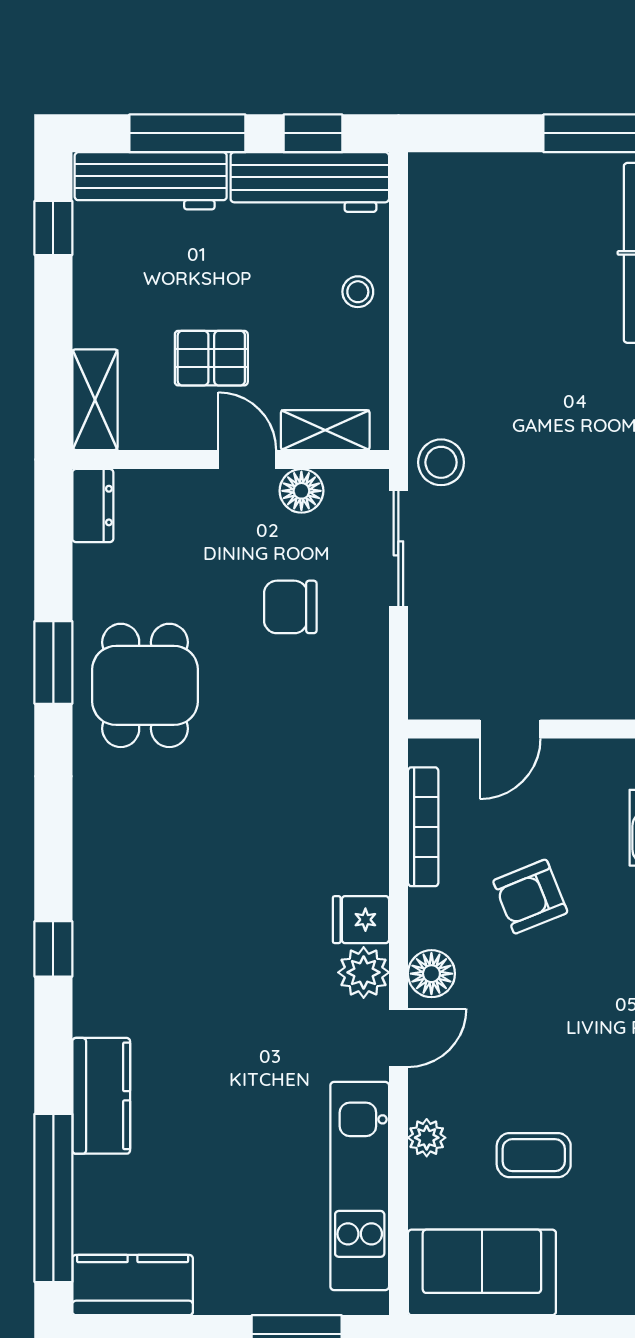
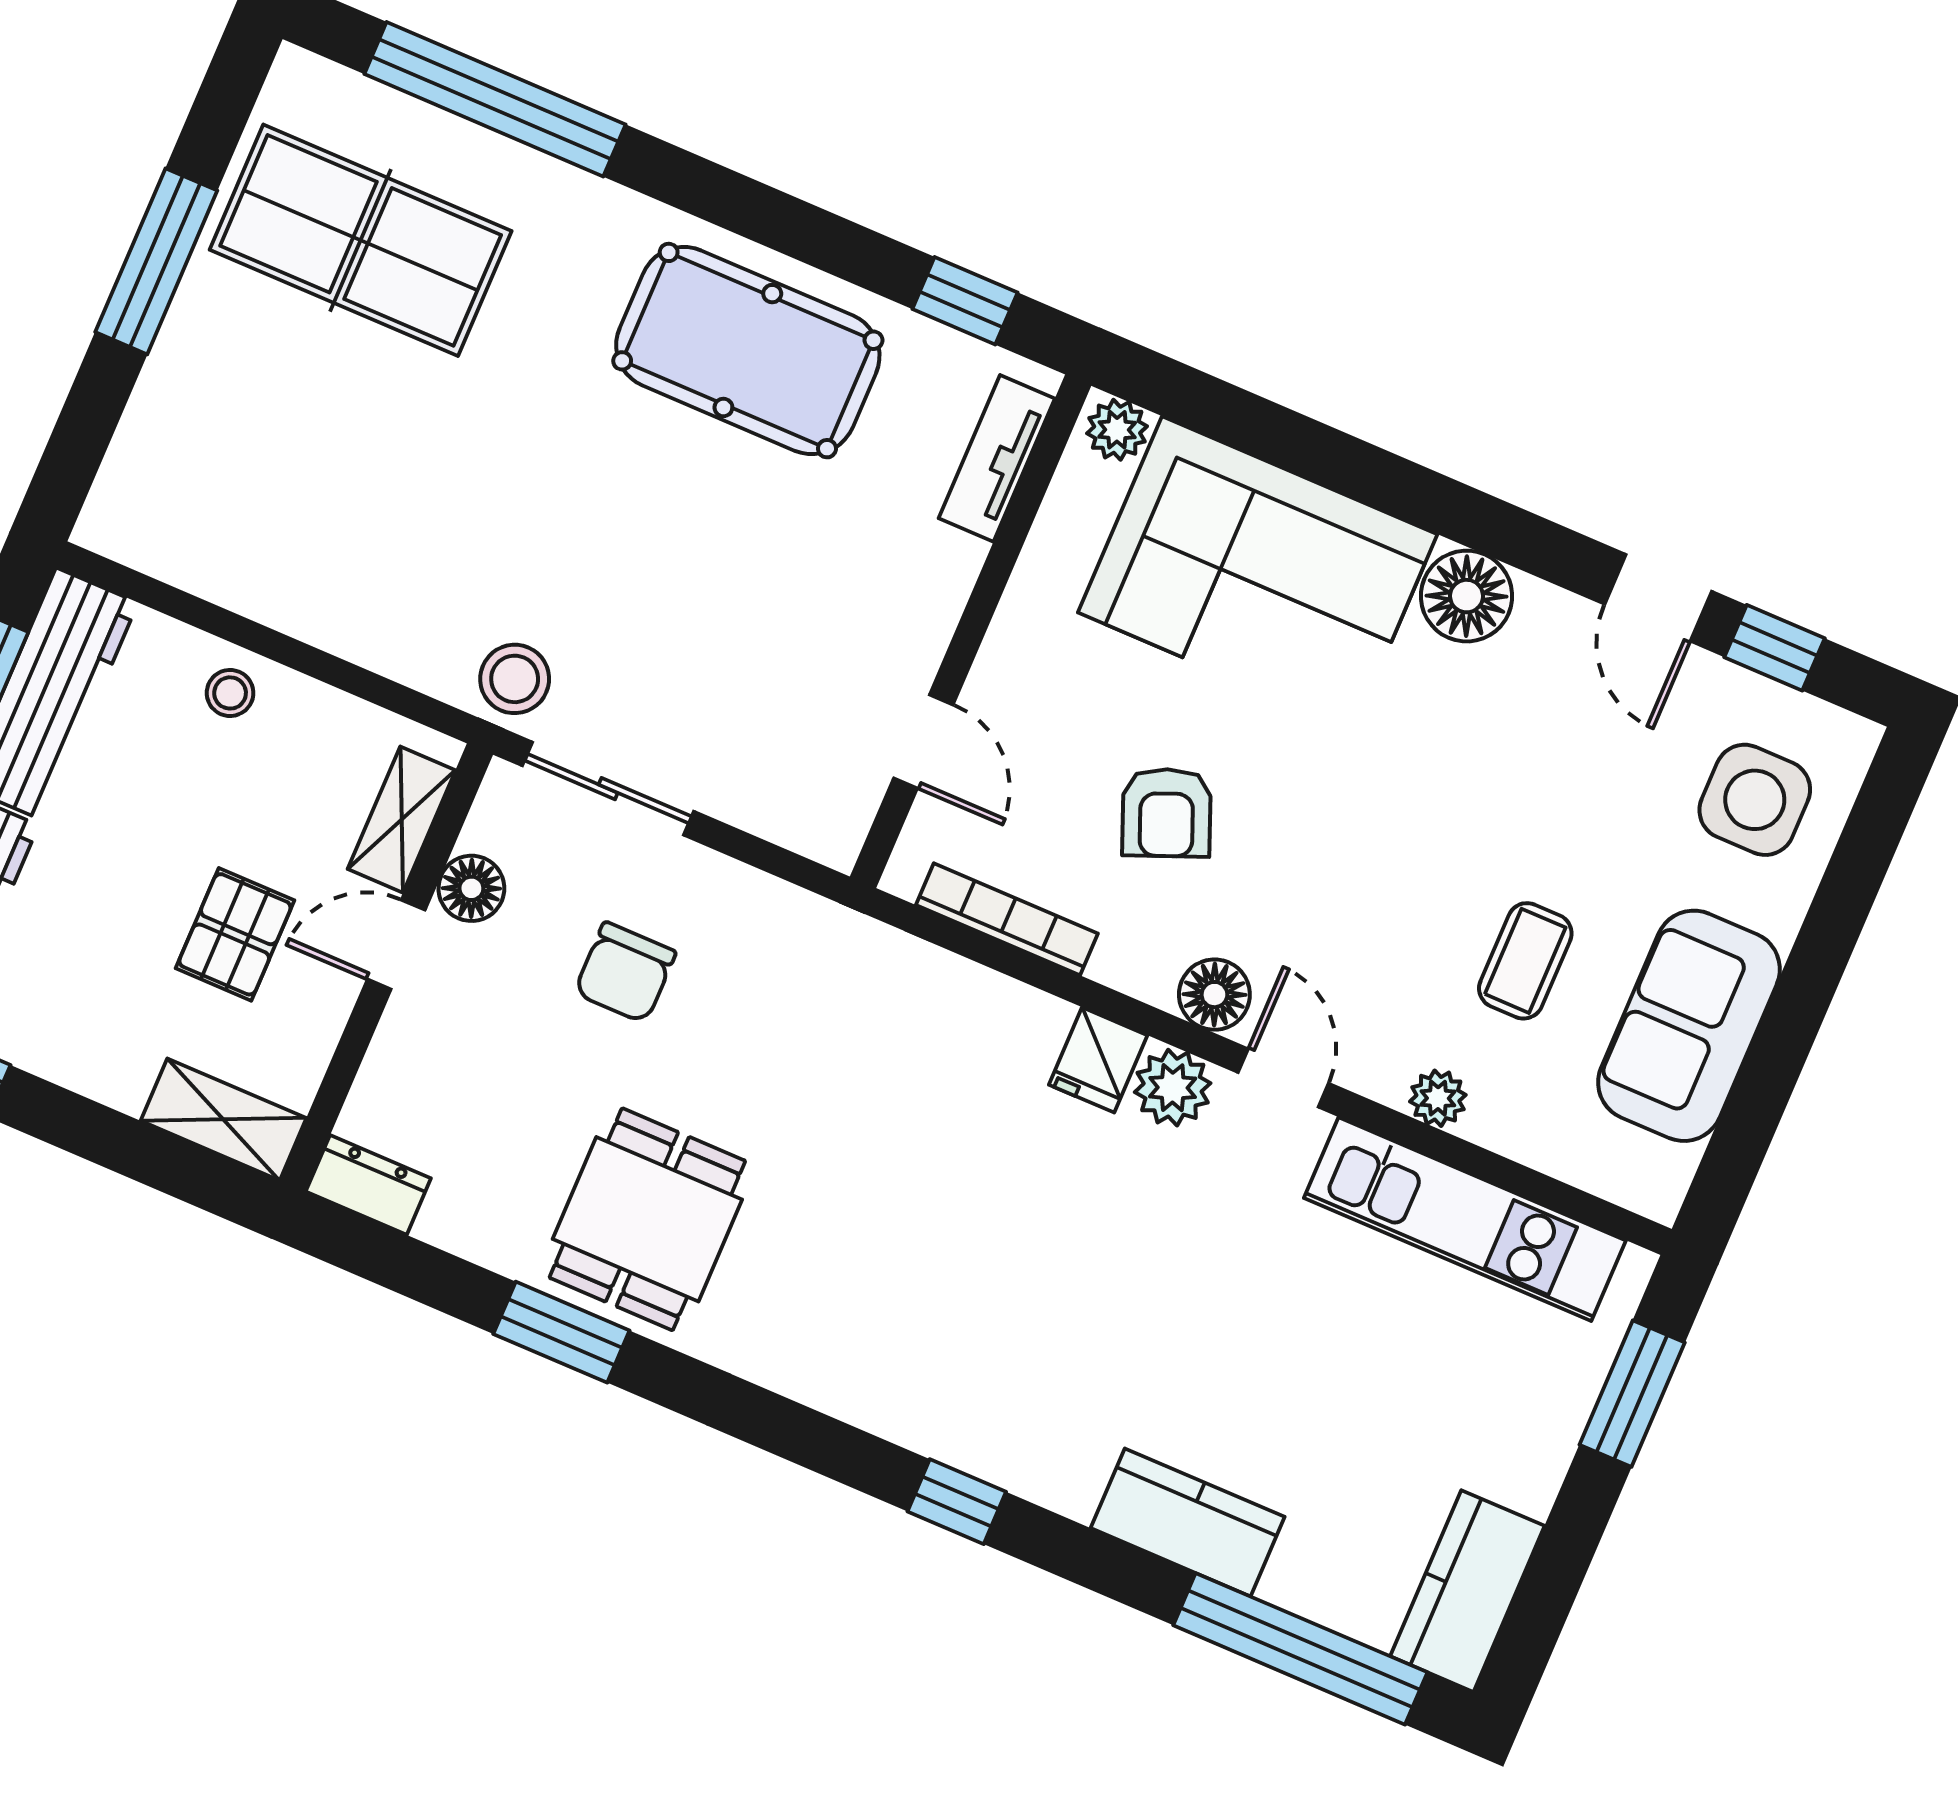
dining table: (145, 685) -> (647, 1219), turned 90
sofa: (482, 1272) -> (1689, 1026), moved

